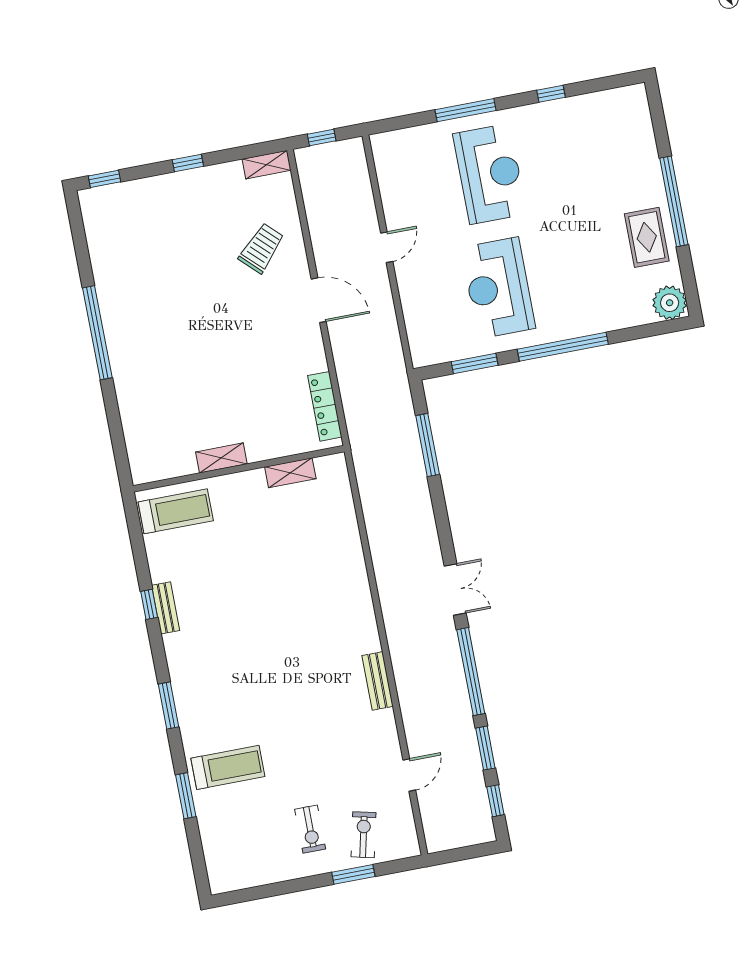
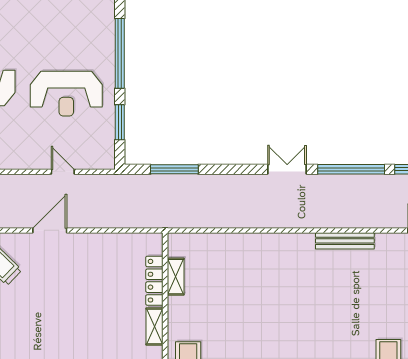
door: (387, 247) -> (63, 172), moved
locker: (325, 406) -> (154, 281), moved, turned 90
bench: (378, 681) -> (345, 241), width x1.36

